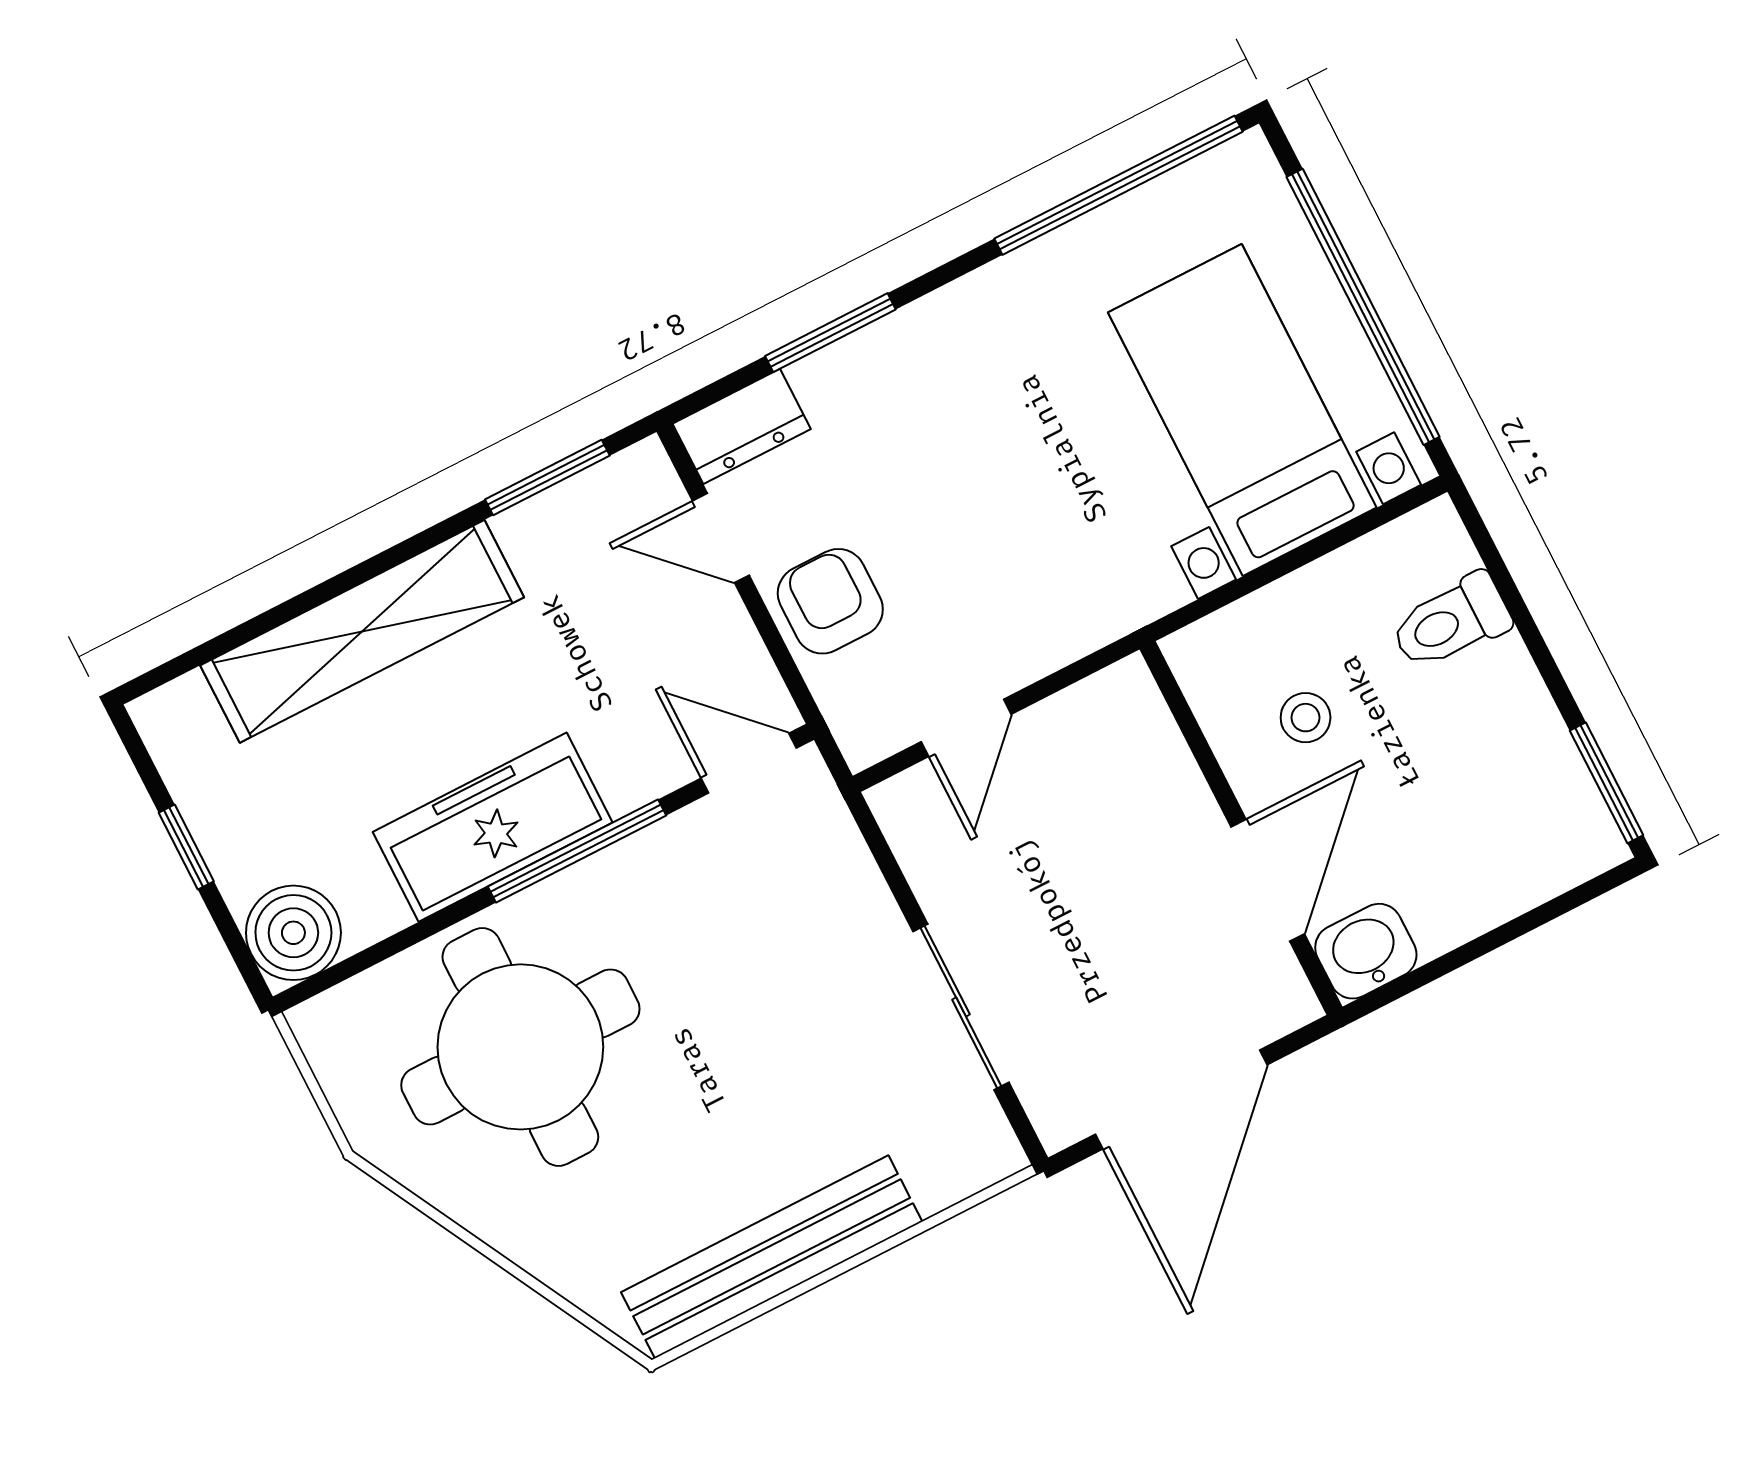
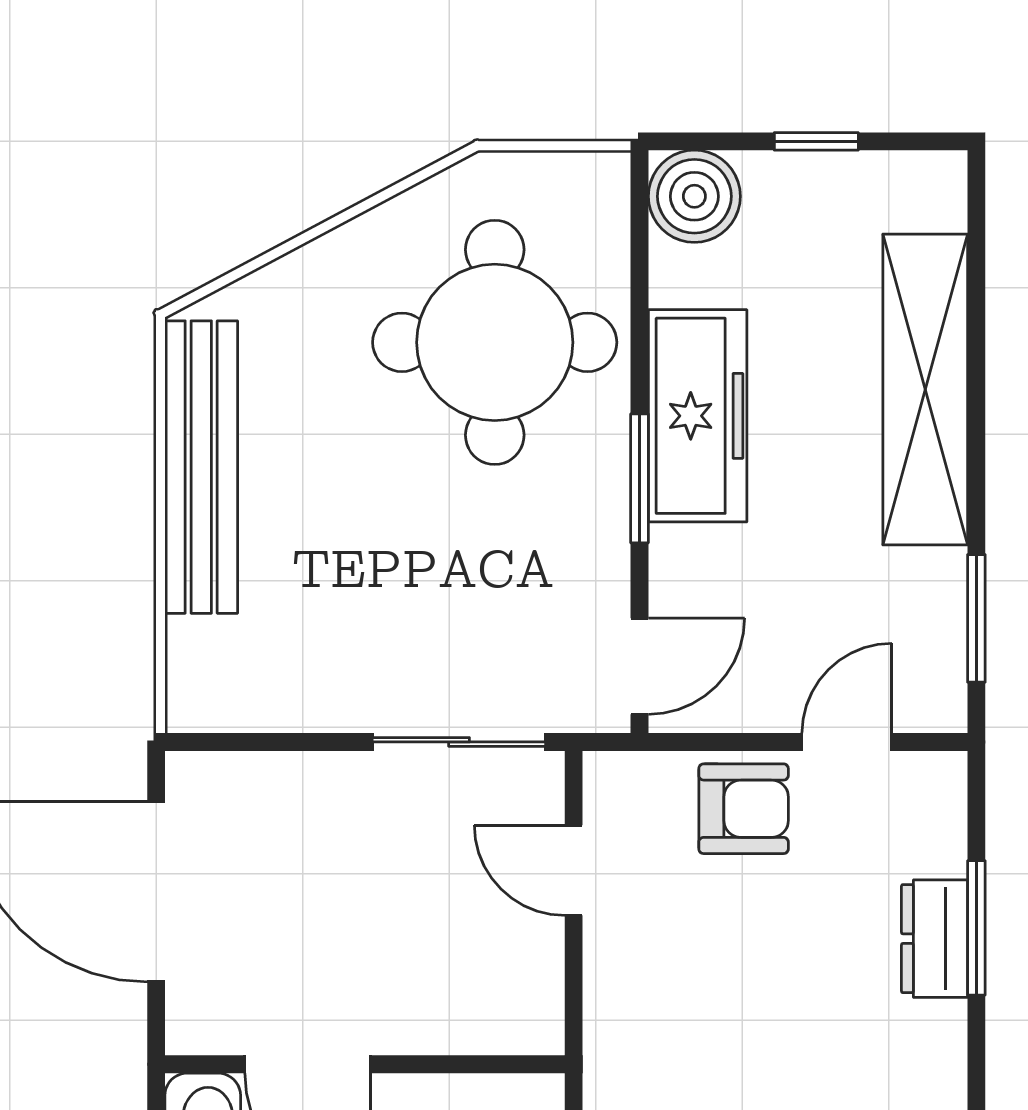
dresser: (742, 426) -> (935, 939), moved
window: (577, 851) -> (639, 478), width x0.69
sliding door: (961, 1007) -> (459, 742), moved

